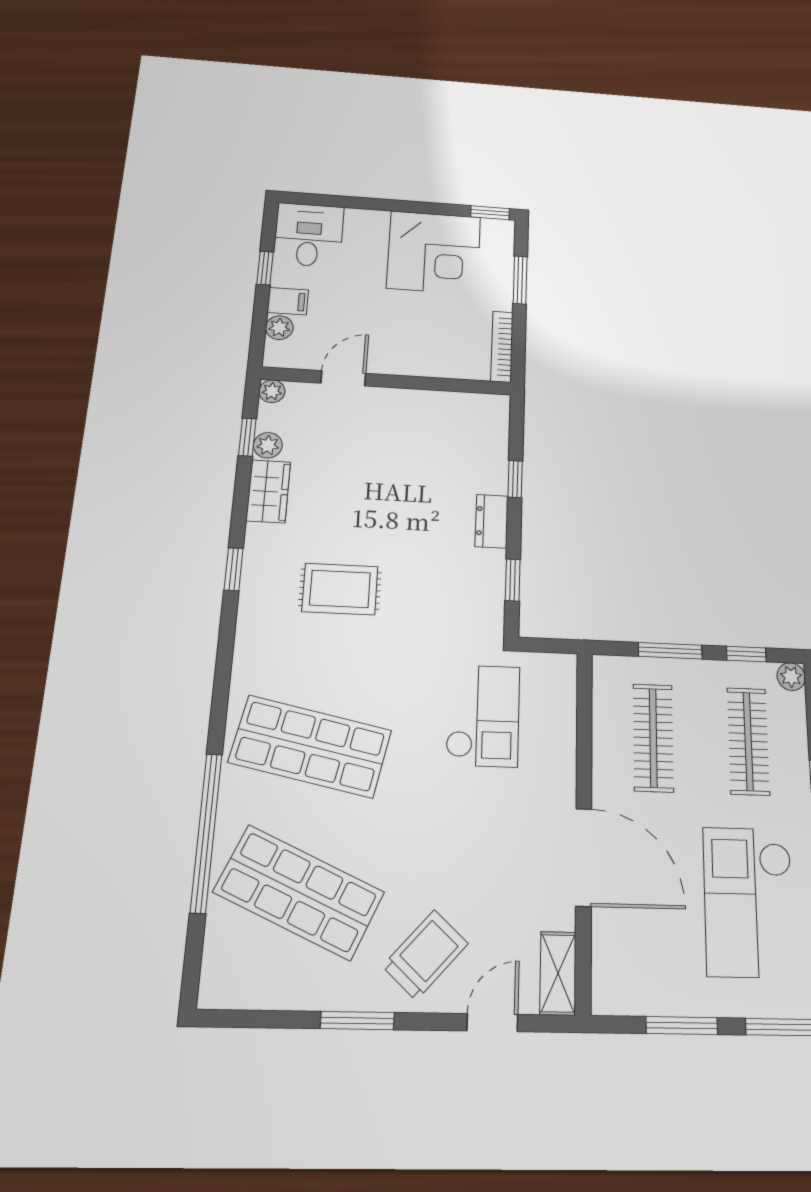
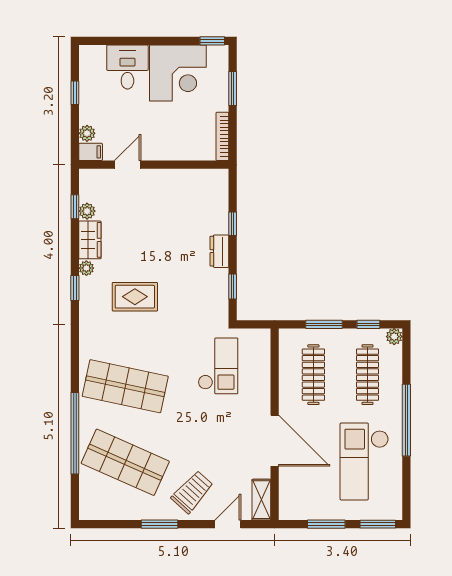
desk: (309, 235) -> (127, 67), moved
filing cabinet: (288, 301) -> (91, 152), moved
plant: (272, 391) -> (86, 268), moved

